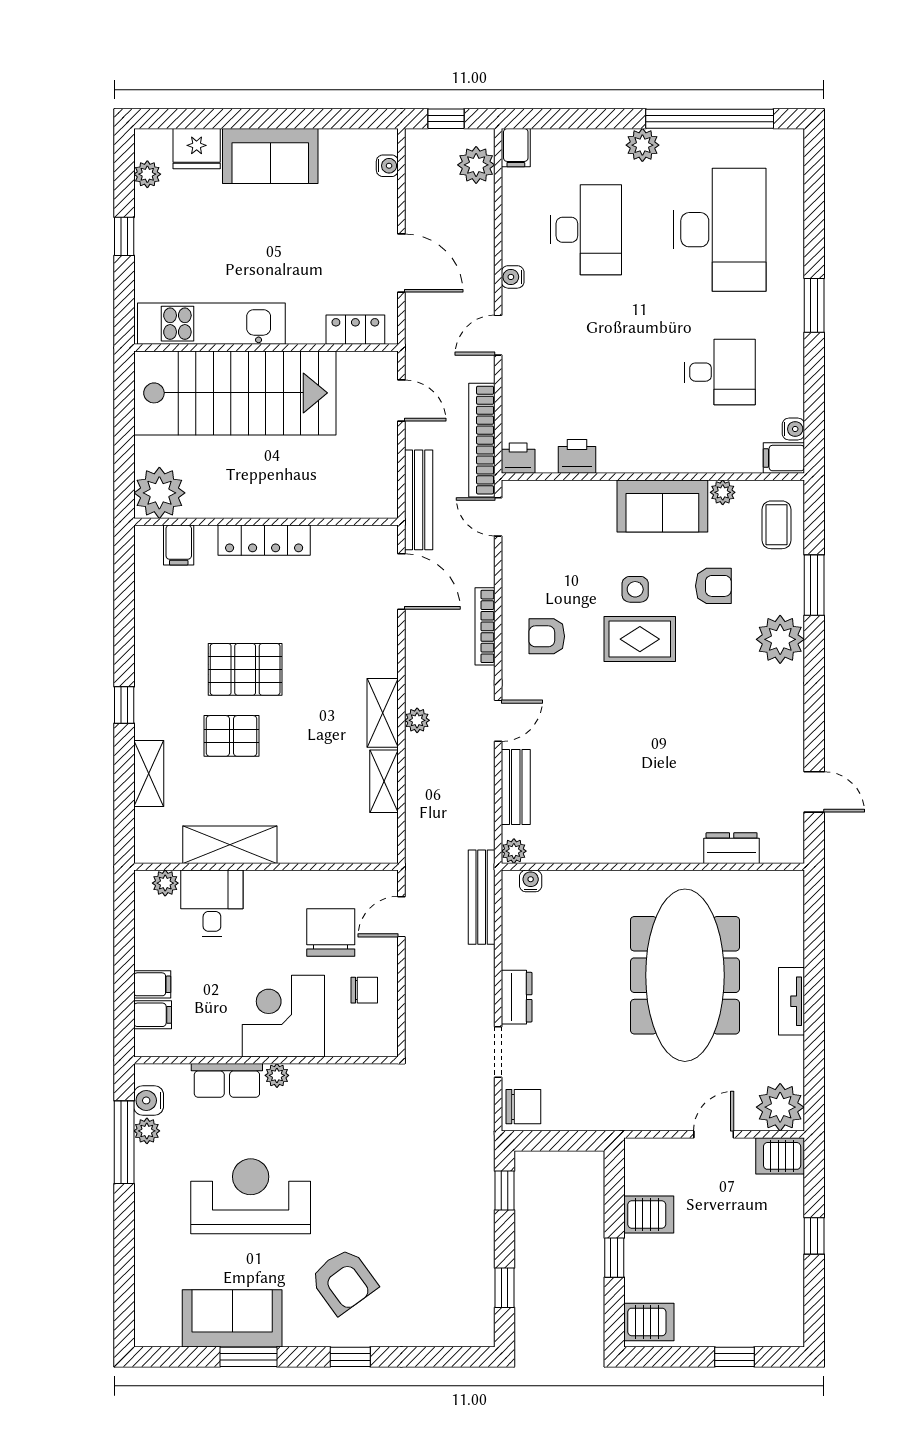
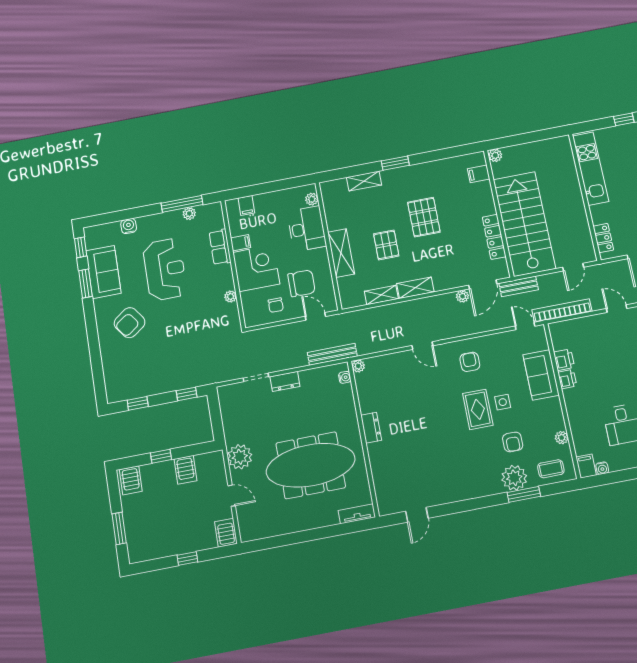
stairs: (235, 393) -> (524, 224), moved, turned 180
printer: (518, 458) -> (567, 379), moved
plant: (159, 493) -> (495, 155), width x0.53, depth x0.53
bench: (419, 500) -> (519, 286), width x0.73
sofa: (662, 506) -> (541, 375), moved
door: (498, 517) -> (525, 326), hinge flipped
locker: (264, 540) -> (494, 237), moved
bookcase: (485, 626) -> (469, 330), removed
plant: (780, 639) -> (514, 478), moved
window: (124, 705) -> (395, 163), width x1.50
plant: (417, 720) -> (462, 296), moved
pallet: (231, 736) -> (386, 245), moved
bench: (516, 787) -> (391, 361), removed
shelving: (230, 845) -> (341, 253), moved
dresser: (732, 848) -> (371, 428), moved
desk: (212, 903) -> (307, 229), width x1.37
filing cabinet: (152, 984) -> (241, 243), moved, turned -90
tv unit: (791, 1001) -> (357, 514), moved
plant: (277, 1075) -> (231, 297), moved
water cooler: (149, 1100) -> (129, 226), moved
chair: (523, 1107) -> (230, 395), removed
plant: (780, 1107) -> (240, 457), moved
window: (350, 1357) -> (81, 247), moved
window: (734, 1357) -> (119, 528), width x1.50

